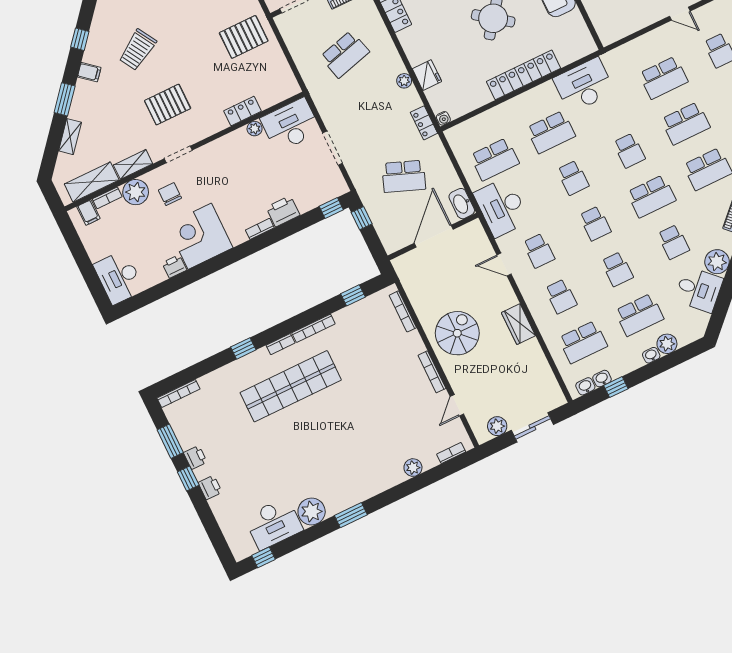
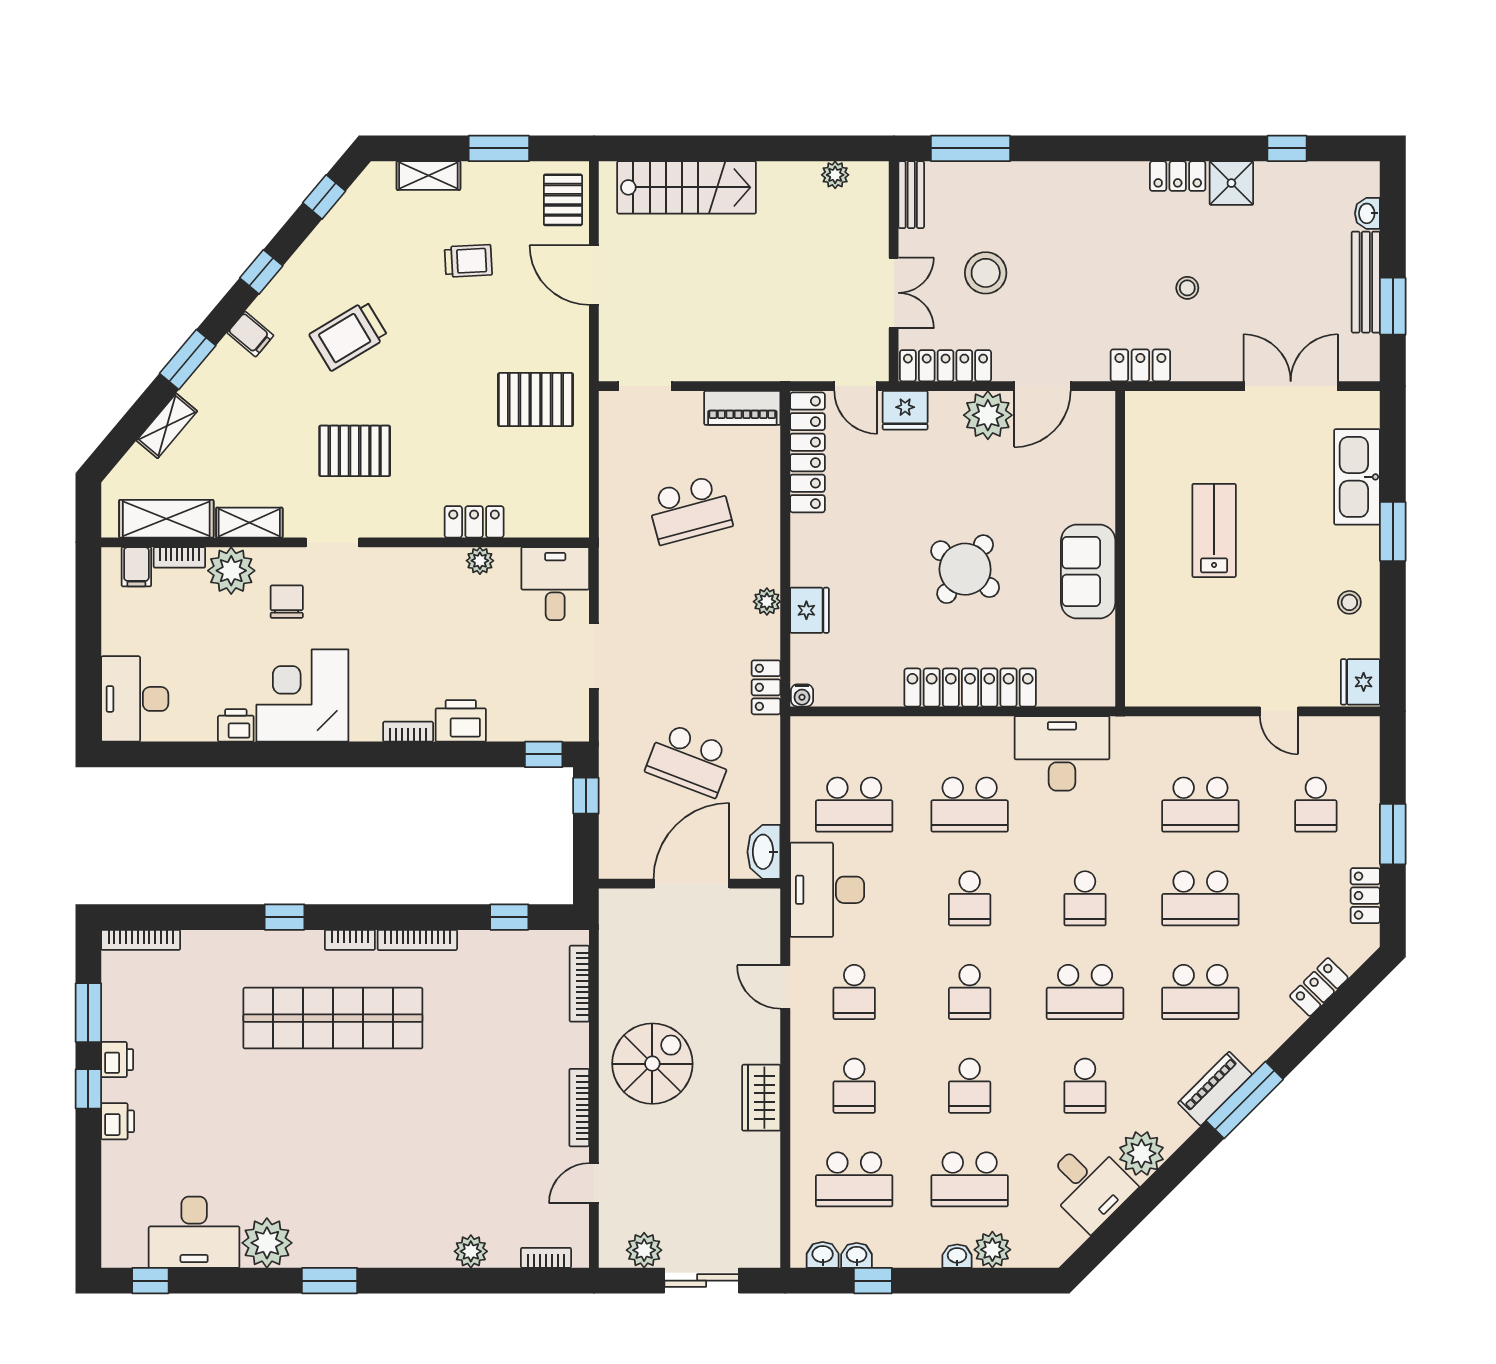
desk: (291, 125) -> (555, 584), width x0.73

